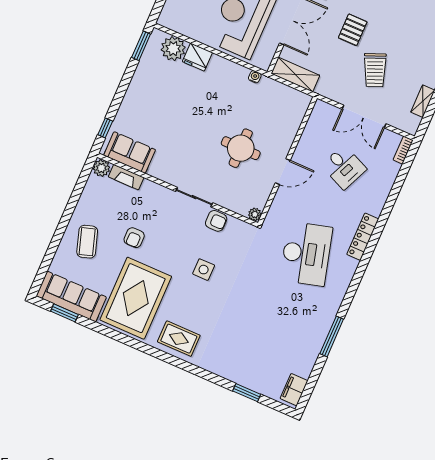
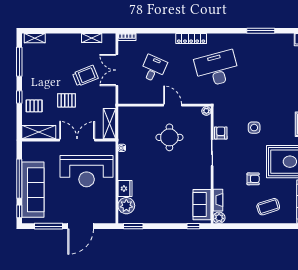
double door: (364, 116) -> (117, 70), swing flipped

